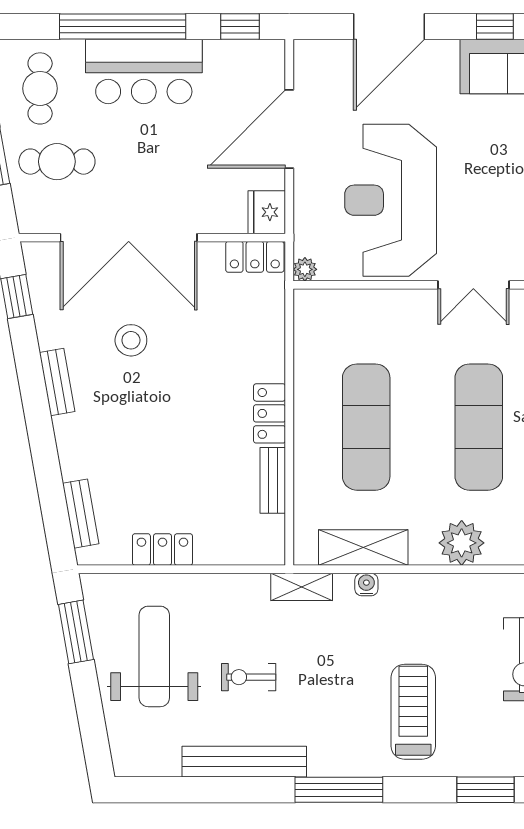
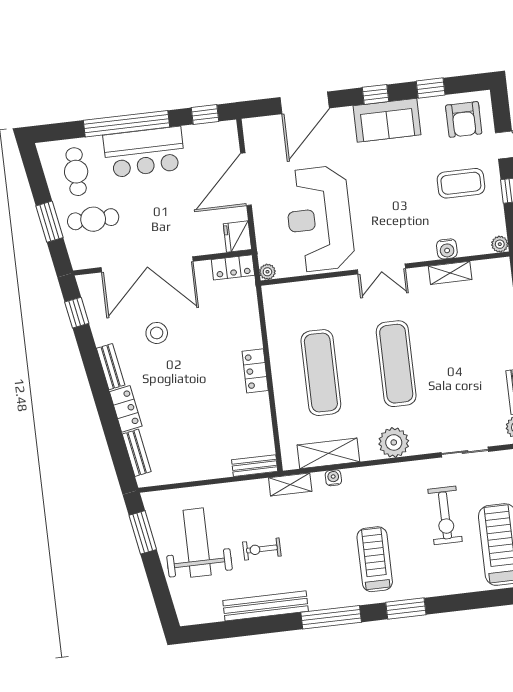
bench: (273, 480) -> (255, 466), moved, turned 90
locker: (162, 550) -> (126, 409), moved, turned 80
window: (486, 790) -> (406, 608), moved

